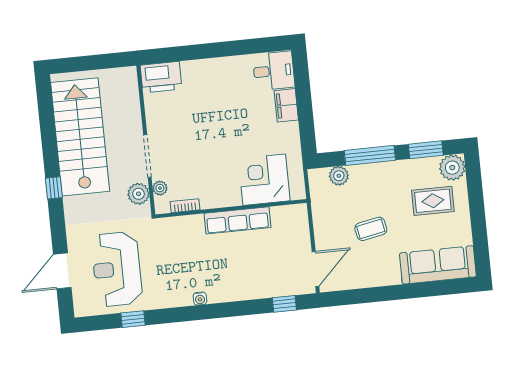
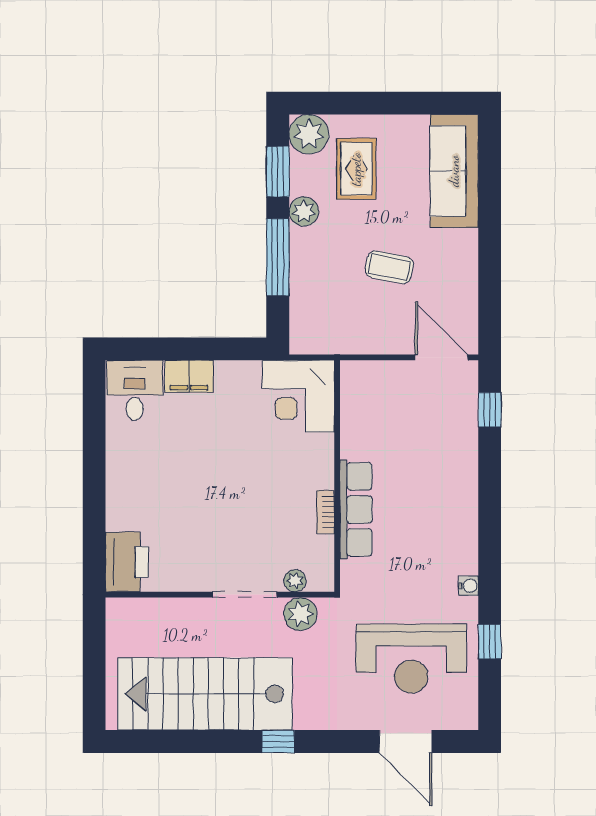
plant: (339, 176) -> (304, 211), moved
corner desk: (264, 180) -> (298, 396), moved
bookcase: (185, 206) -> (326, 512), moved
row of seats: (237, 220) -> (356, 509), moved
coffee table: (371, 229) -> (389, 267), turned -68
water cooler: (200, 298) -> (469, 586), moved

